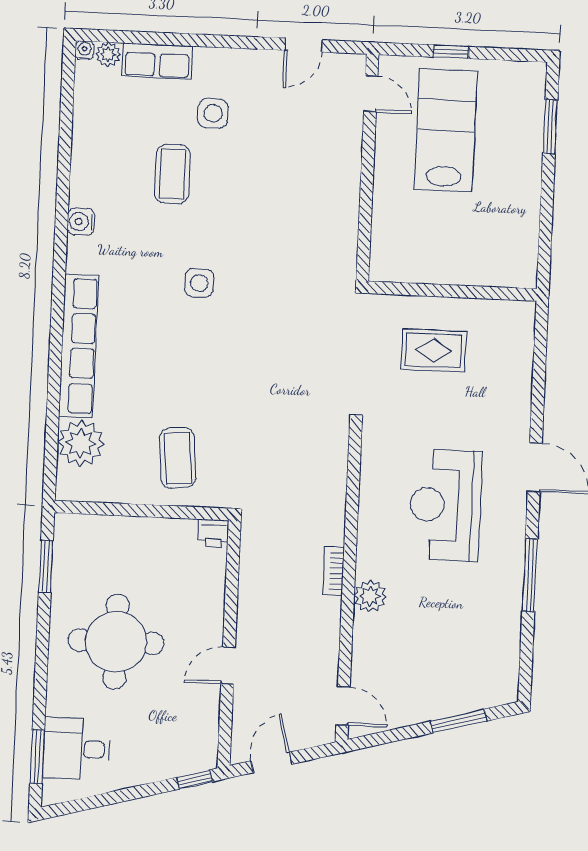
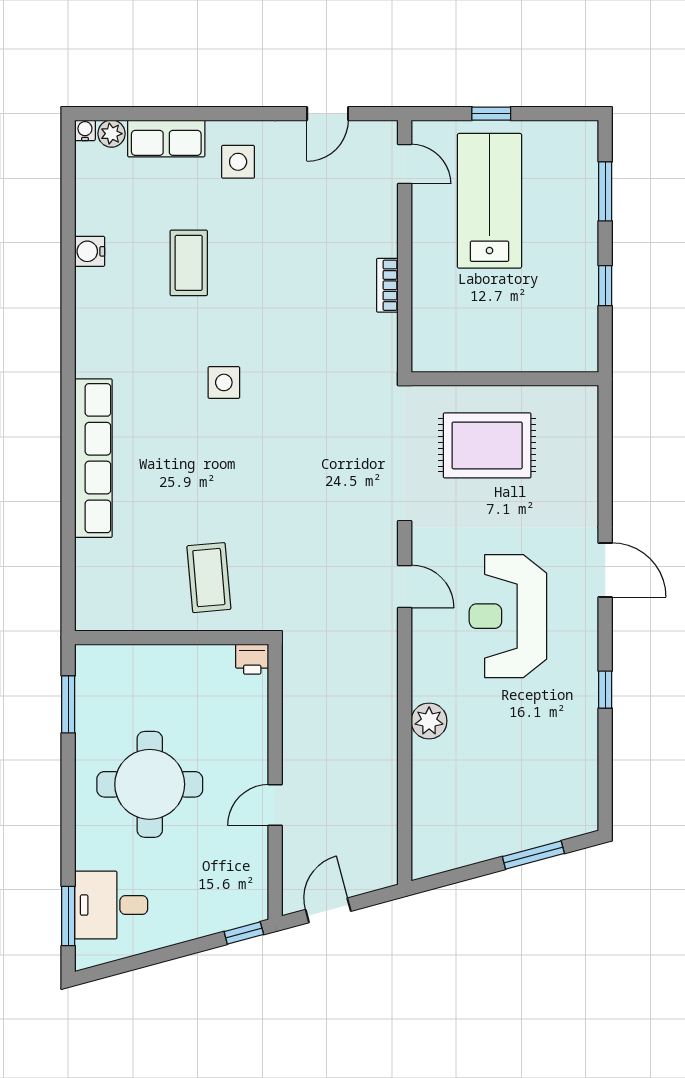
side table: (213, 113) -> (238, 162), moved
window: (546, 211) -> (605, 286), added
water cooler: (81, 222) -> (90, 251), moved
rug: (434, 350) -> (487, 445), width x1.36, depth x1.43
plant: (81, 443) -> (101, 566), removed
bookcase: (334, 571) -> (387, 285), moved
window: (530, 575) -> (605, 690), width x0.46
door: (343, 706) -> (405, 586), moved

